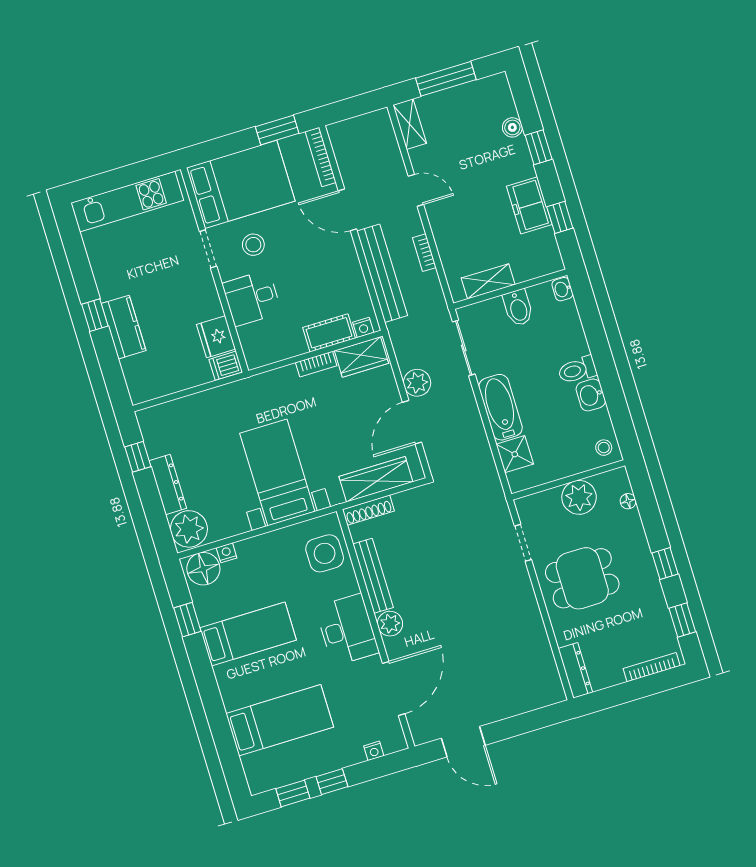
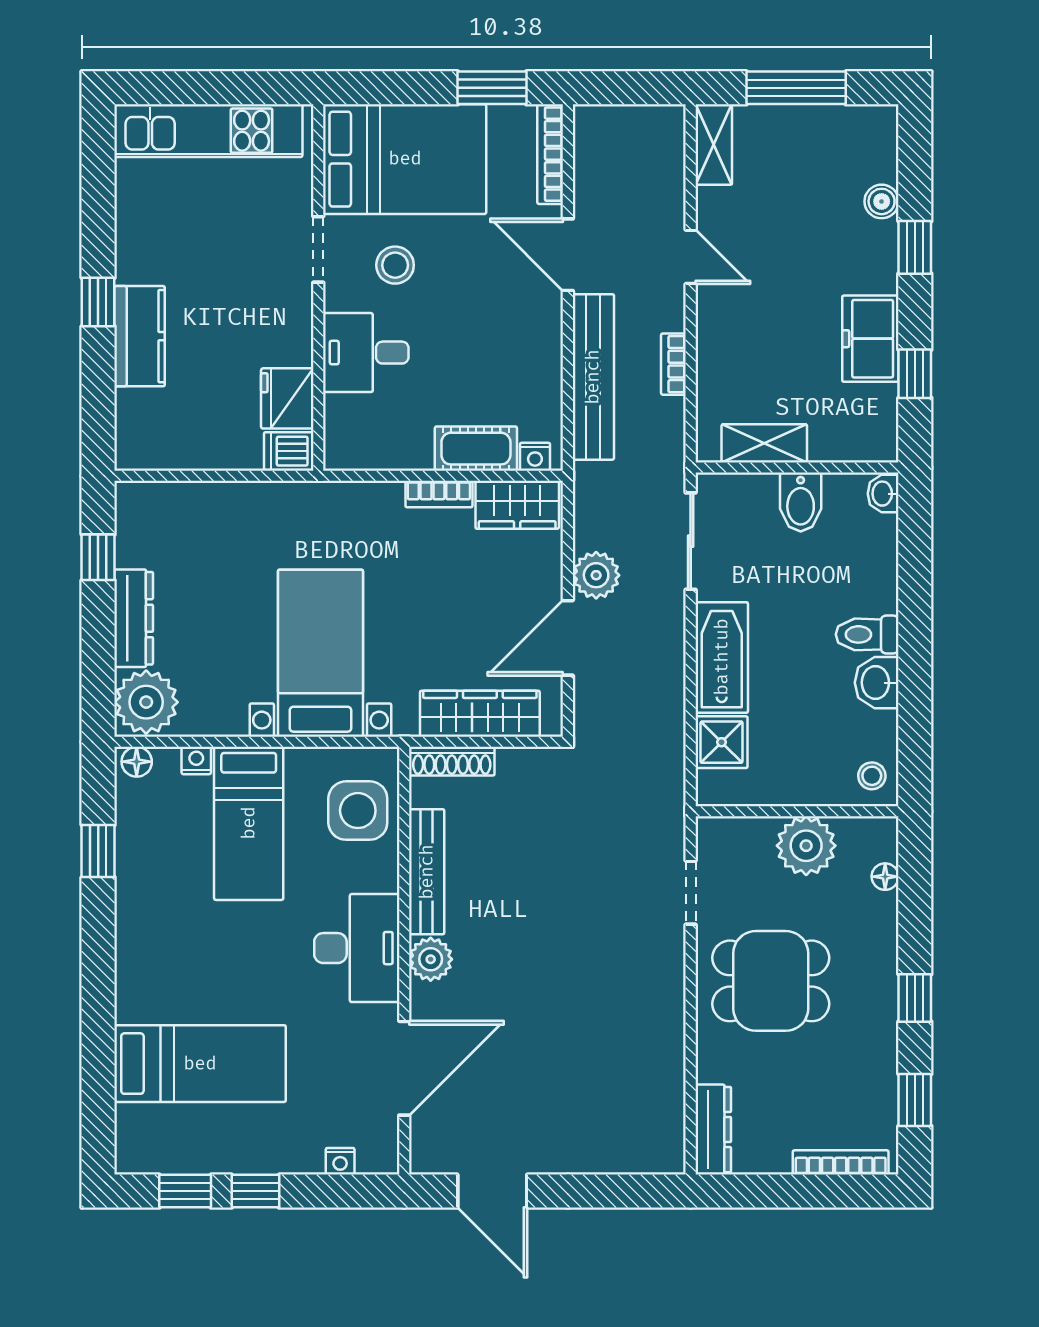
floor lamp: (203, 569) -> (137, 762), width x0.53, depth x0.53
bed: (248, 634) -> (249, 823), moved, turned 90

